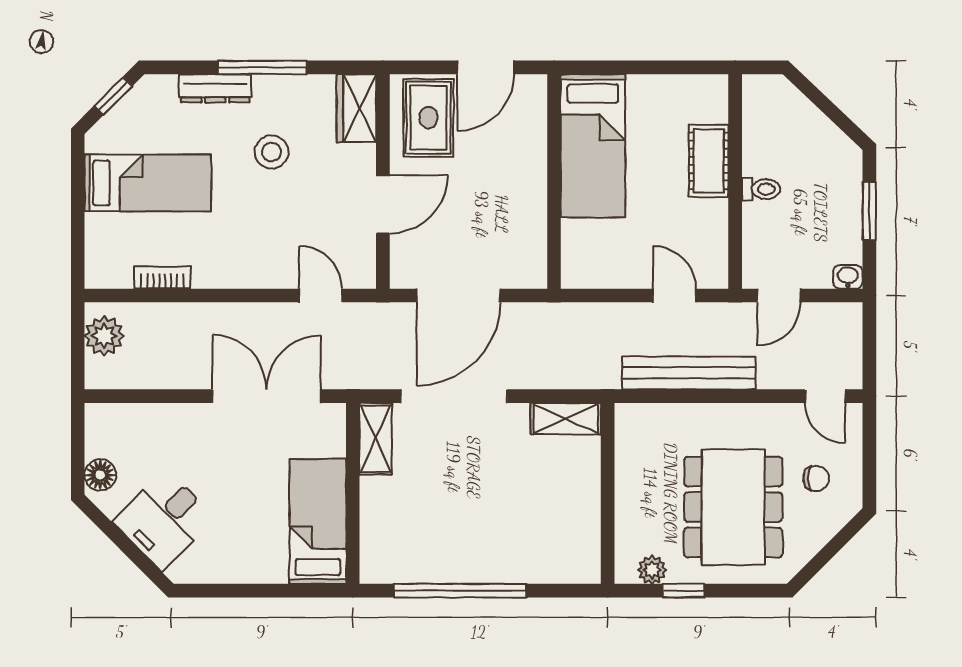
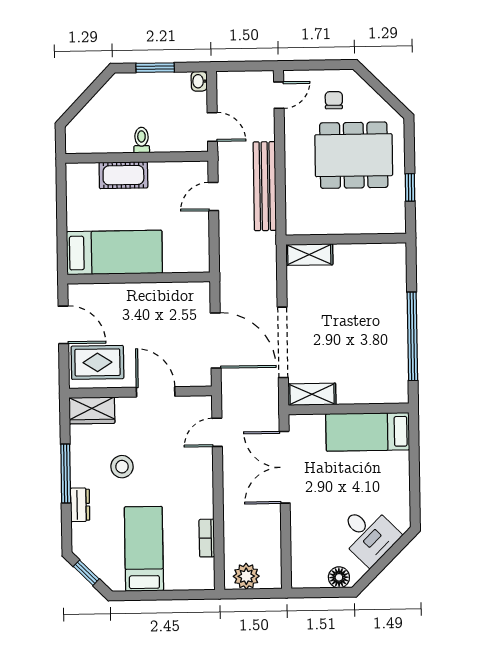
dresser: (215, 88) -> (80, 505), width x0.70
shelving: (566, 419) -> (309, 255), moved, turned 90
plant: (652, 570) -> (396, 209), removed

